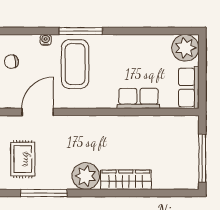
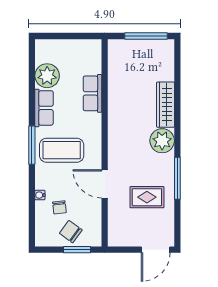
water cooler: (46, 40) -> (40, 195), moved
plant: (185, 48) -> (47, 76), moved
row of seats: (189, 87) -> (44, 108), moved, turned -90

